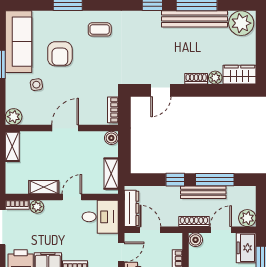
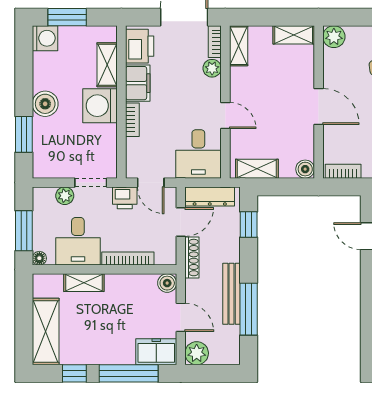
window: (175, 180) -> (249, 224), moved
shelving: (44, 187) -> (239, 46), moved
shoe rack: (194, 221) -> (192, 258), moved

